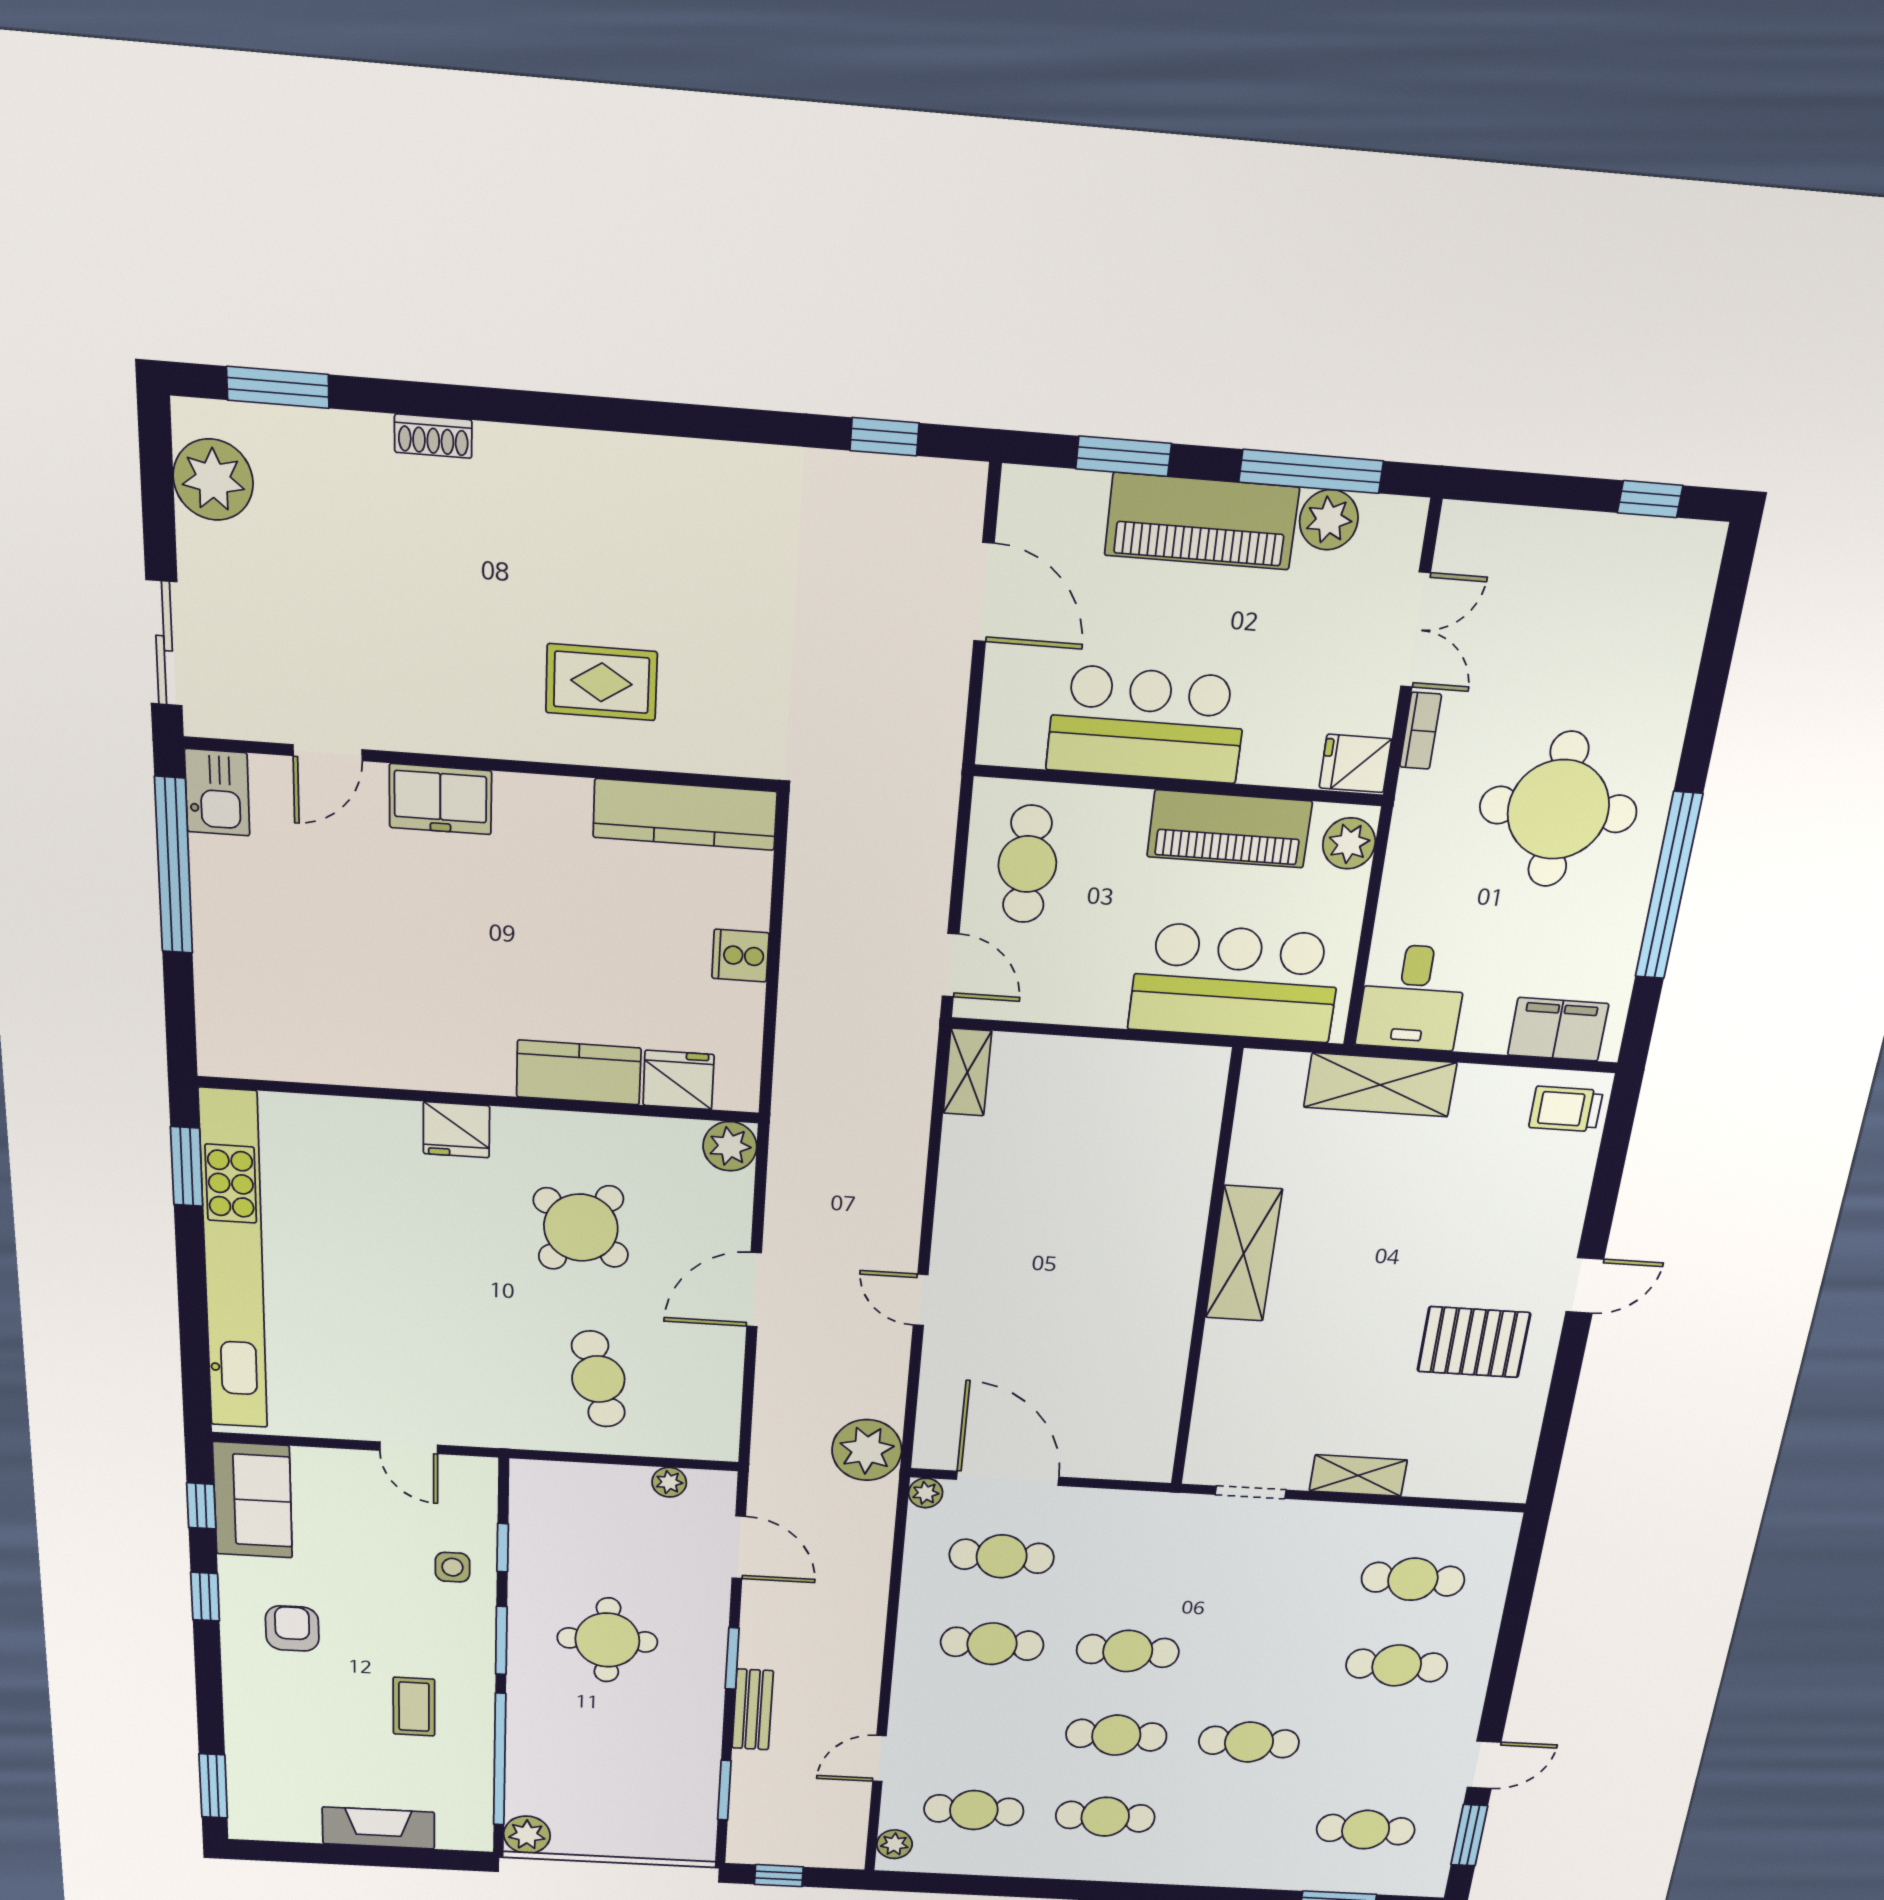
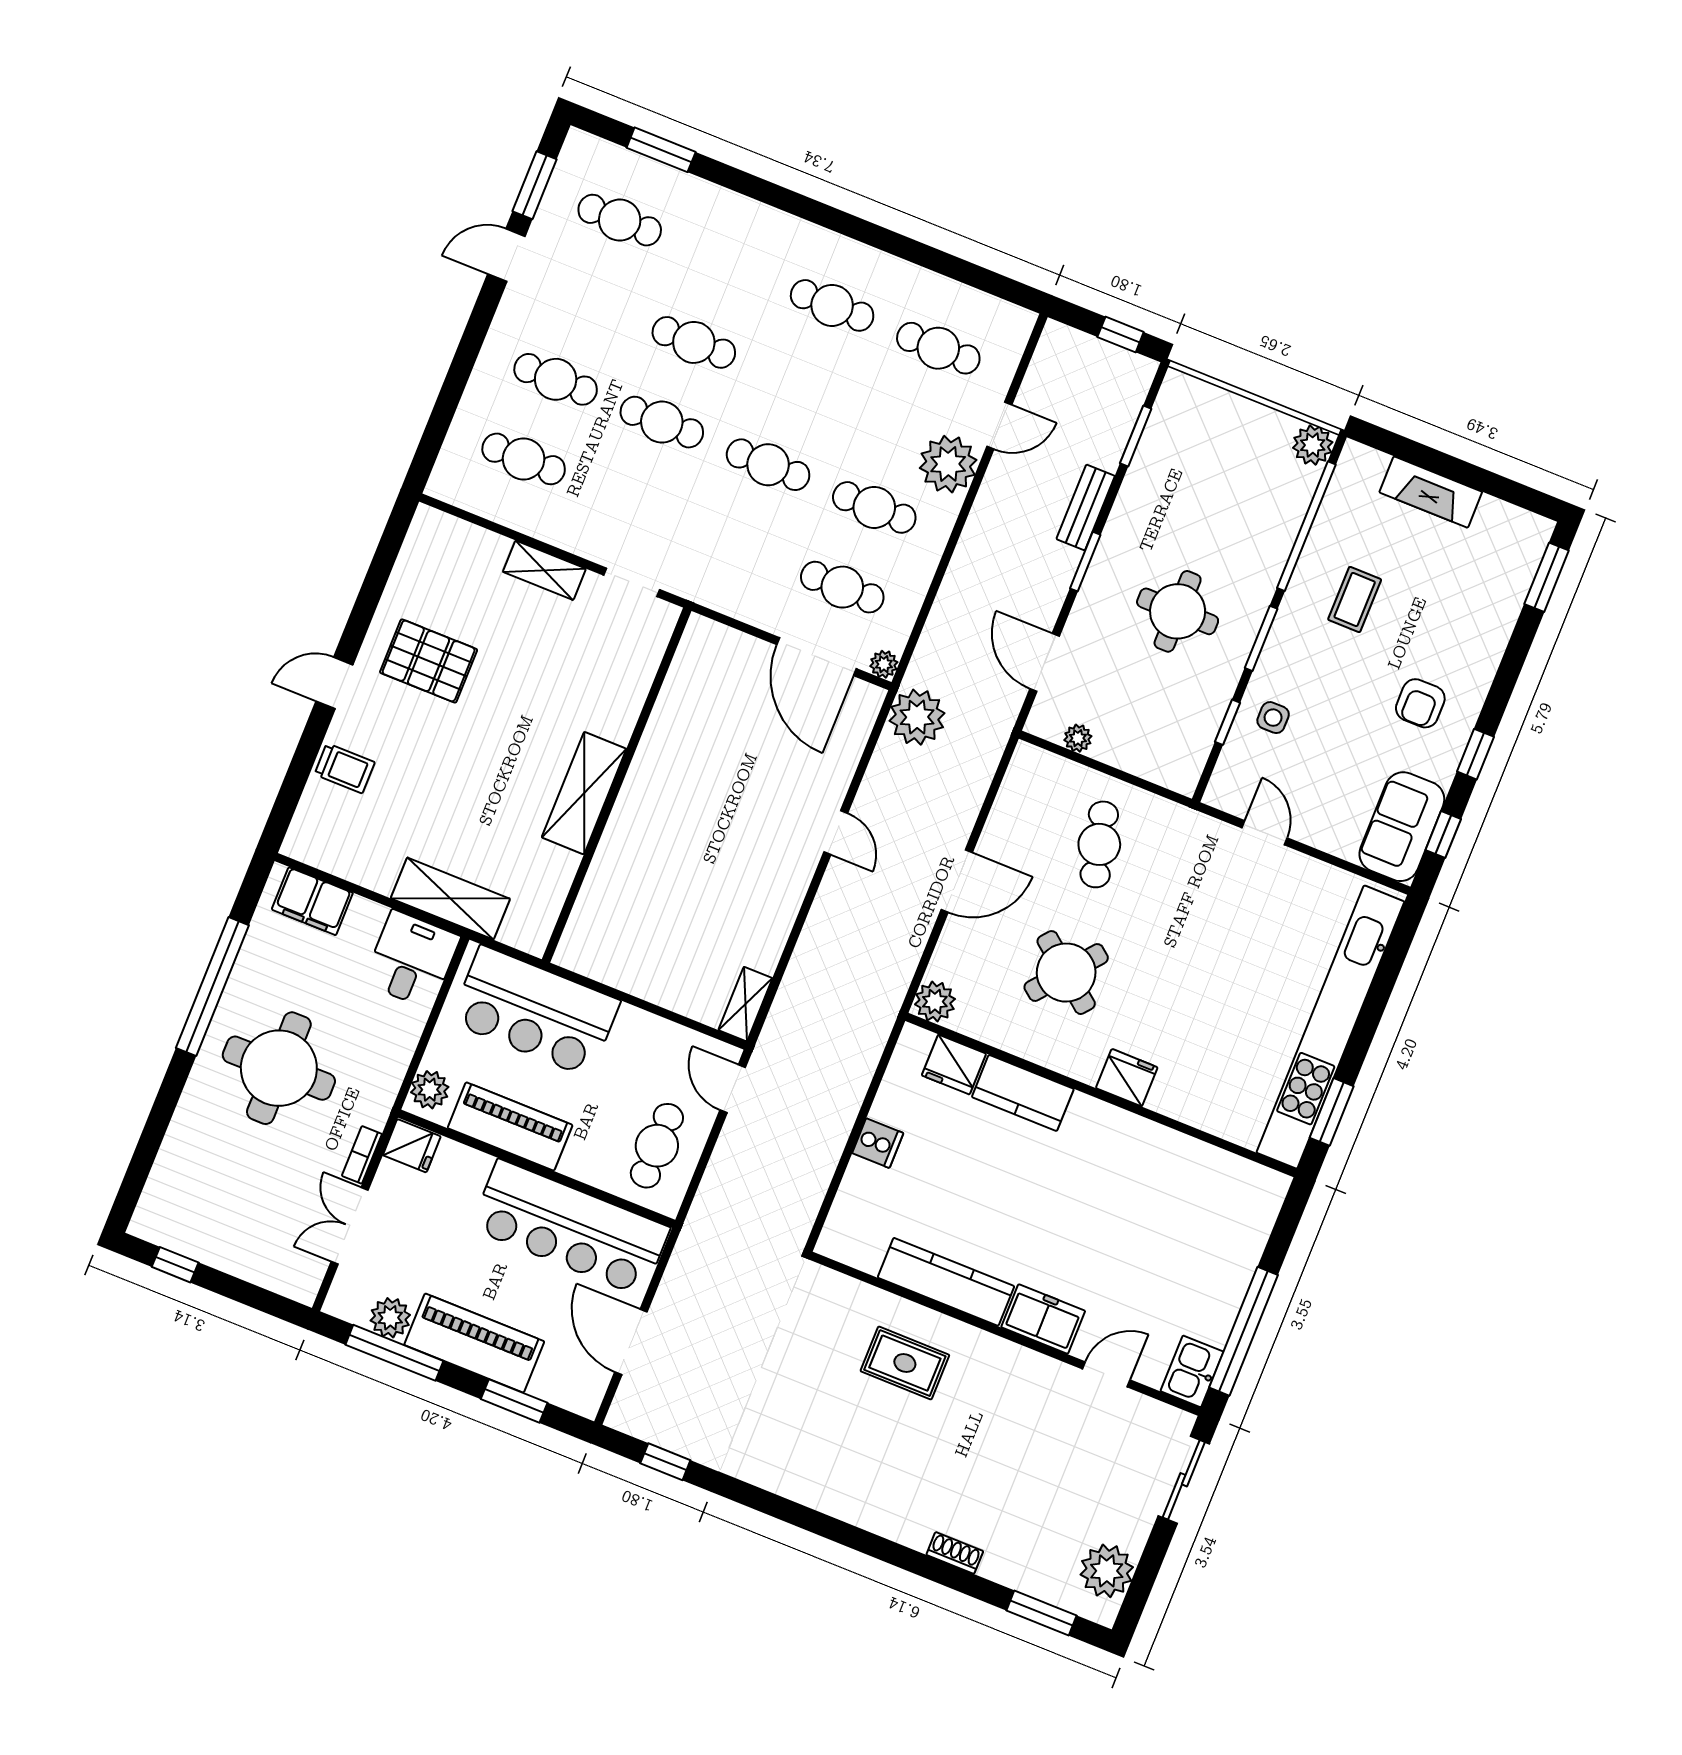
bar counter: (1147, 724) -> (570, 1228), width x1.36
kitchen counter: (685, 814) -> (946, 1282), moved
trolley: (1566, 1109) -> (345, 768), moved
cafe table: (1116, 1735) -> (662, 422), moved
plant: (894, 1844) -> (948, 464), moved, width x1.88, depth x1.88

